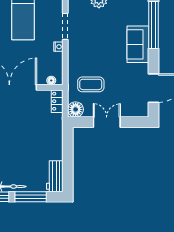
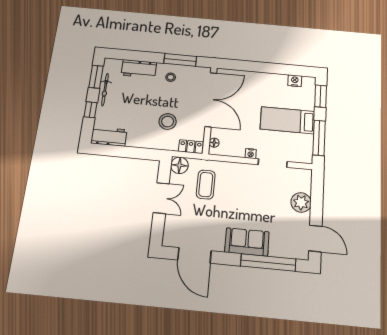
stool: (35, 125) -> (168, 122), added
window: (31, 197) -> (91, 110), width x0.46

